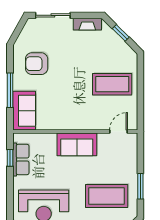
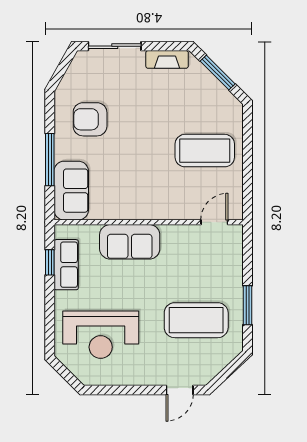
window: (121, 33) -> (218, 73), width x1.50
sofa: (77, 144) -> (130, 242), moved

